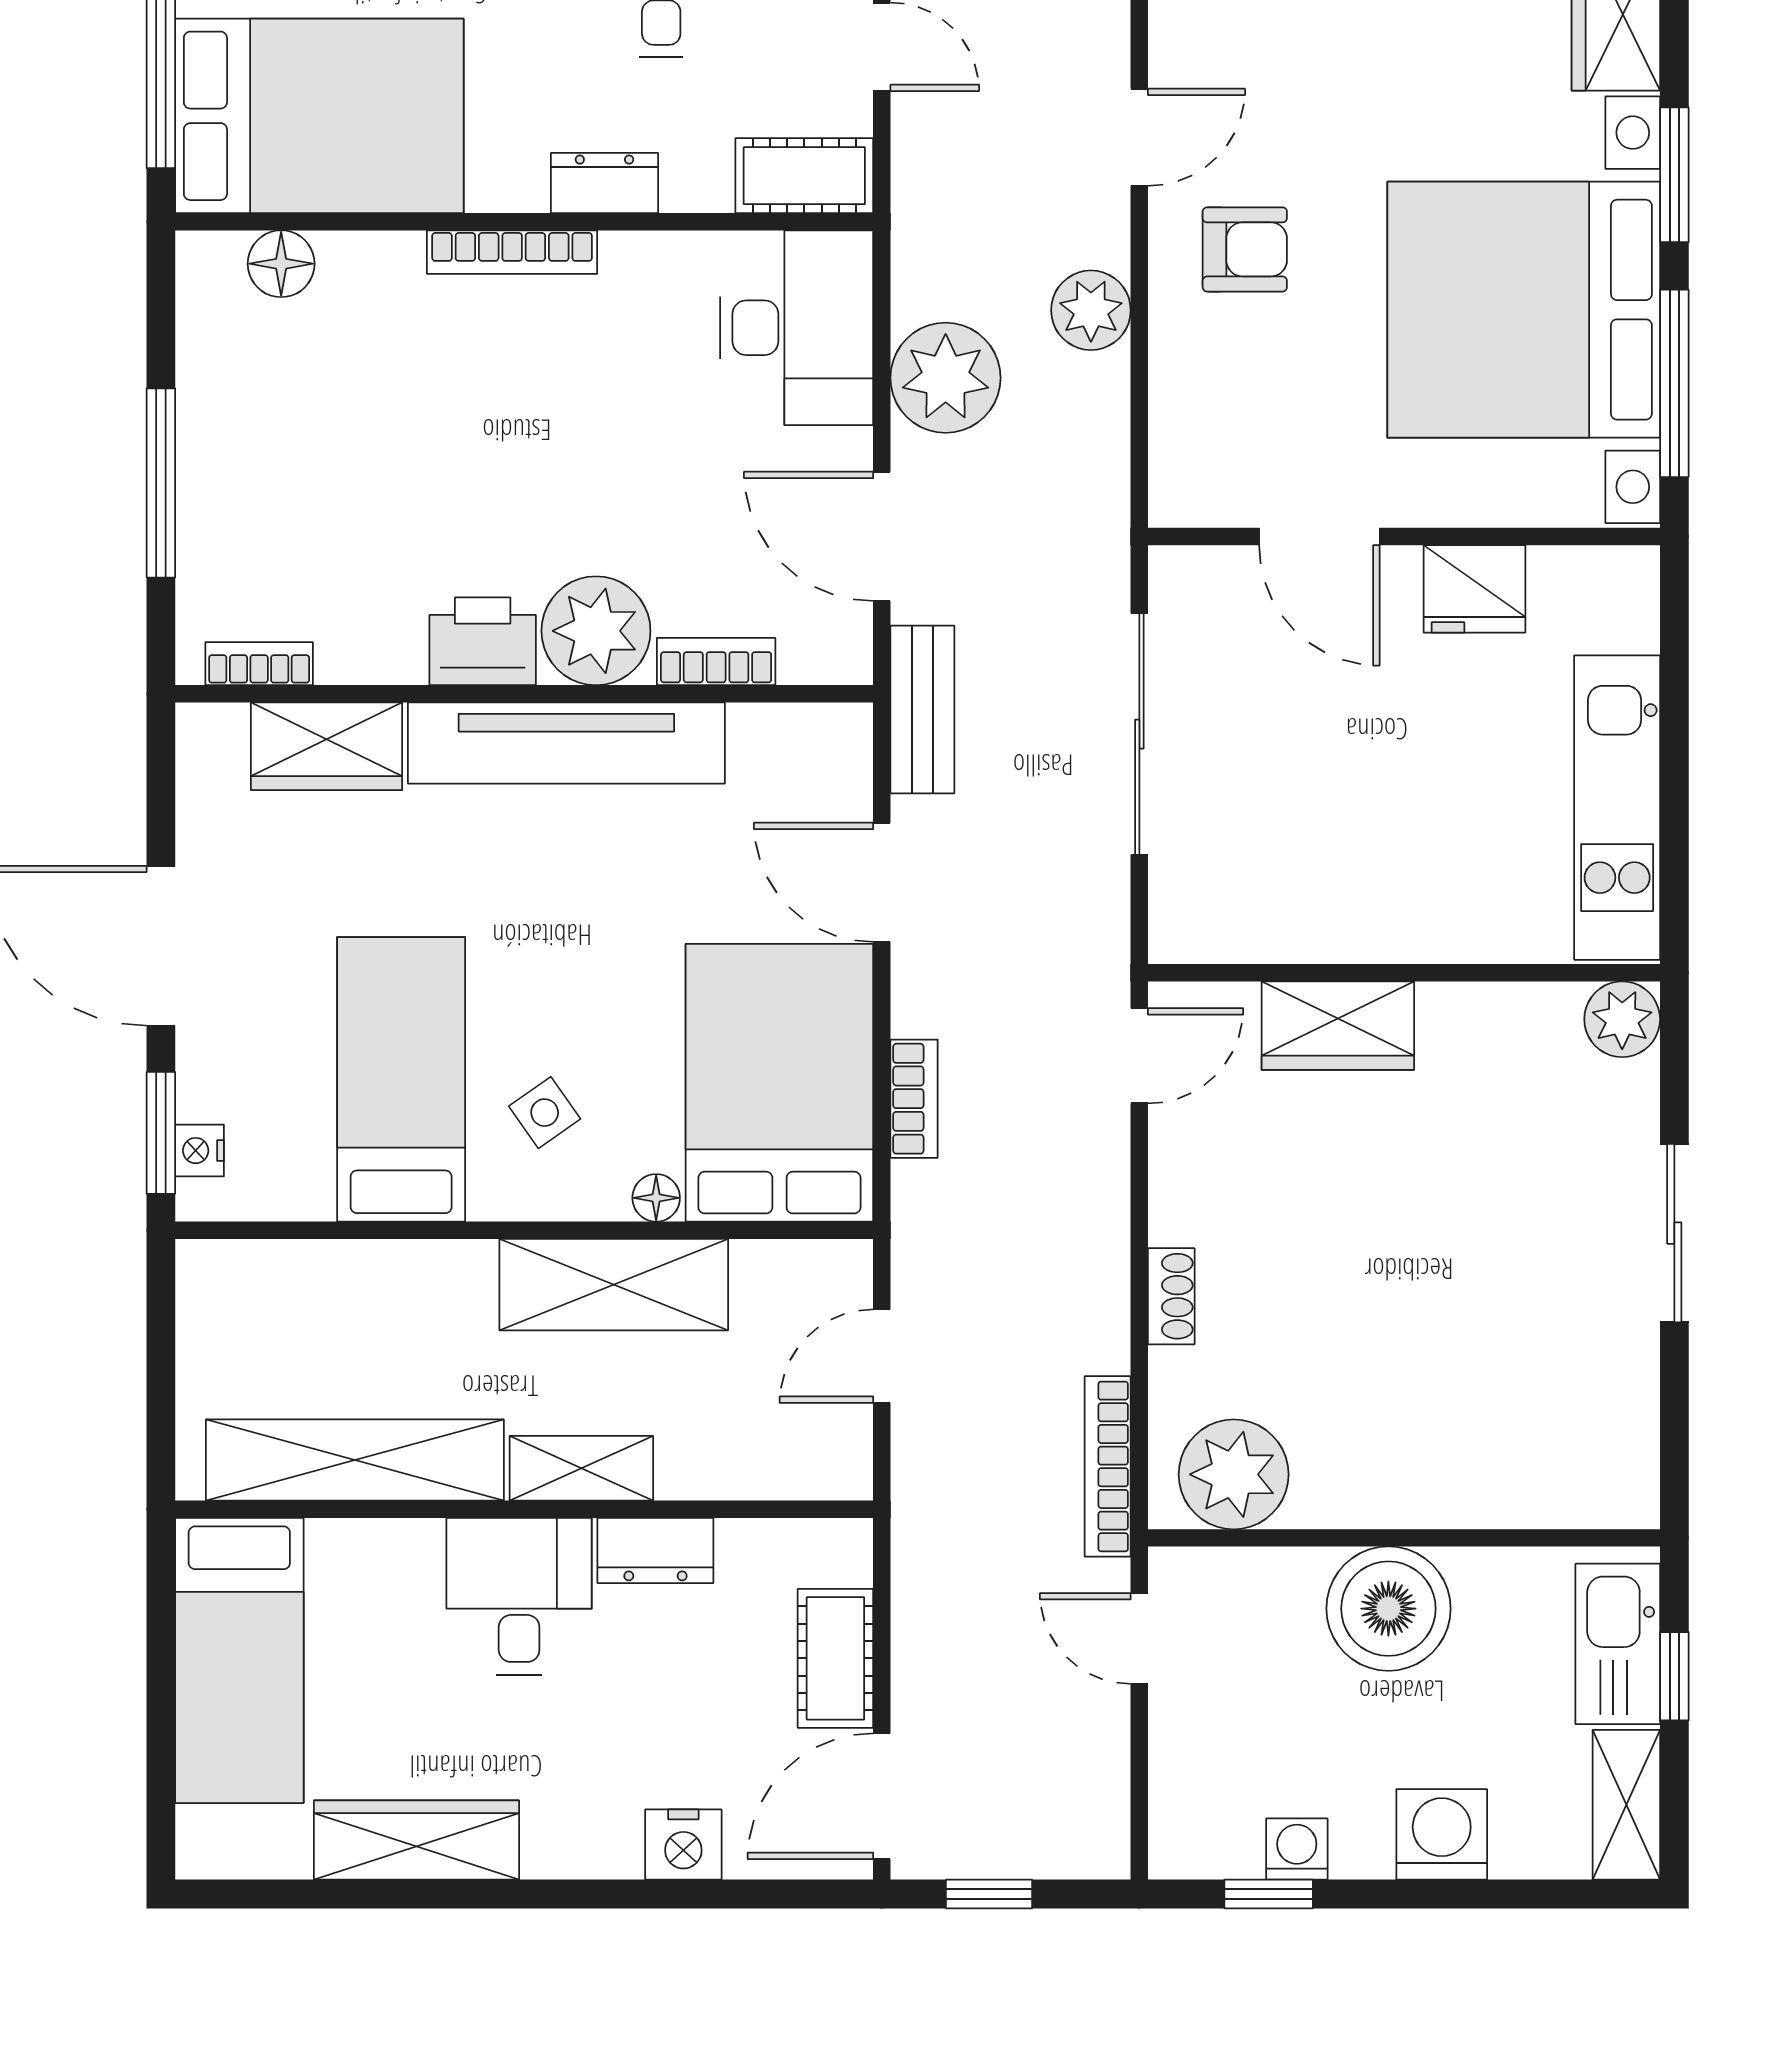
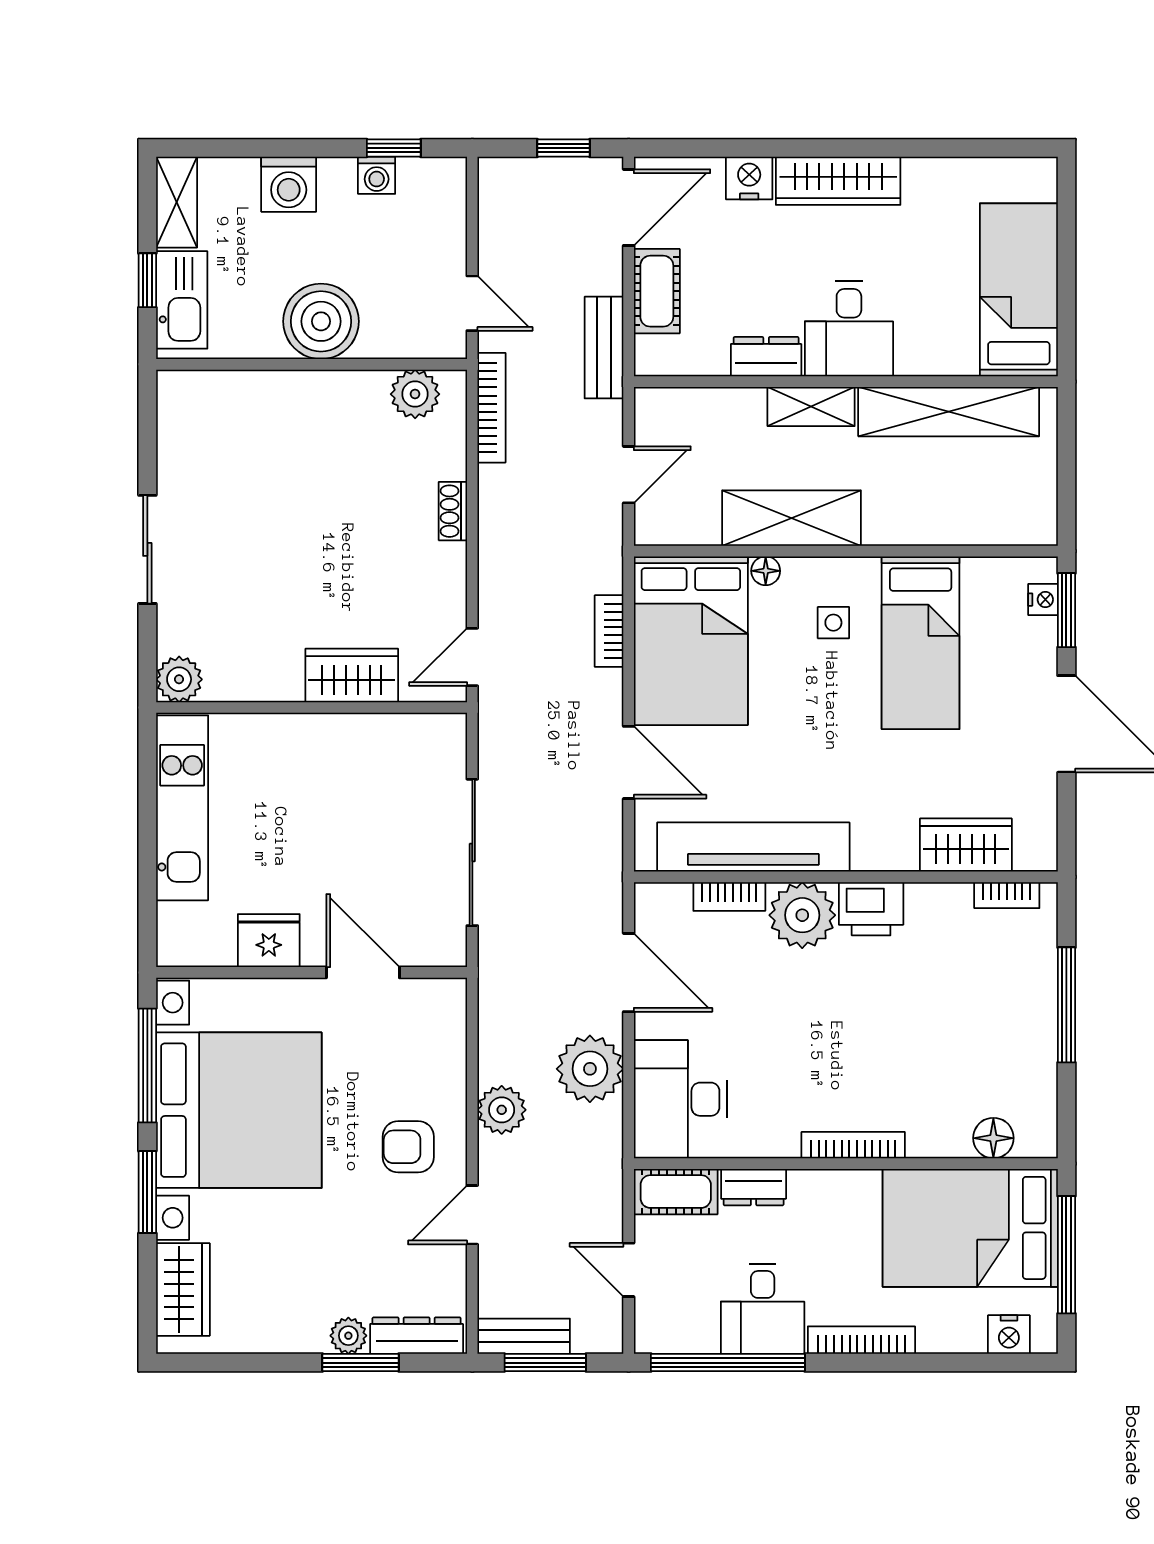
dresser: (604, 183) -> (754, 1187), moved
bench: (922, 710) -> (604, 348), moved
tv unit: (566, 743) -> (753, 847), moved
side table: (545, 1113) -> (833, 623), turned 35
plant: (1234, 1474) -> (415, 394), width x0.73, depth x0.73
wardrobe: (416, 1840) -> (838, 181), moved

